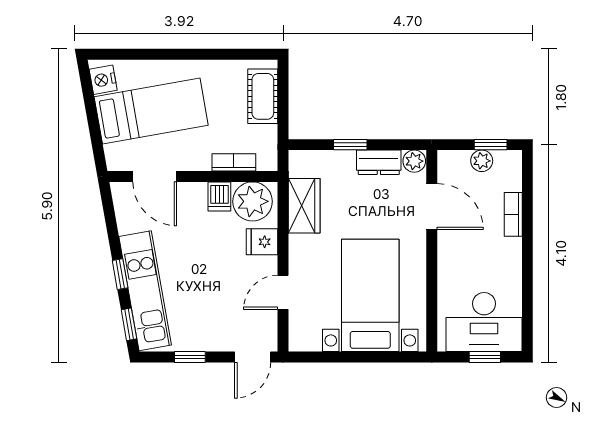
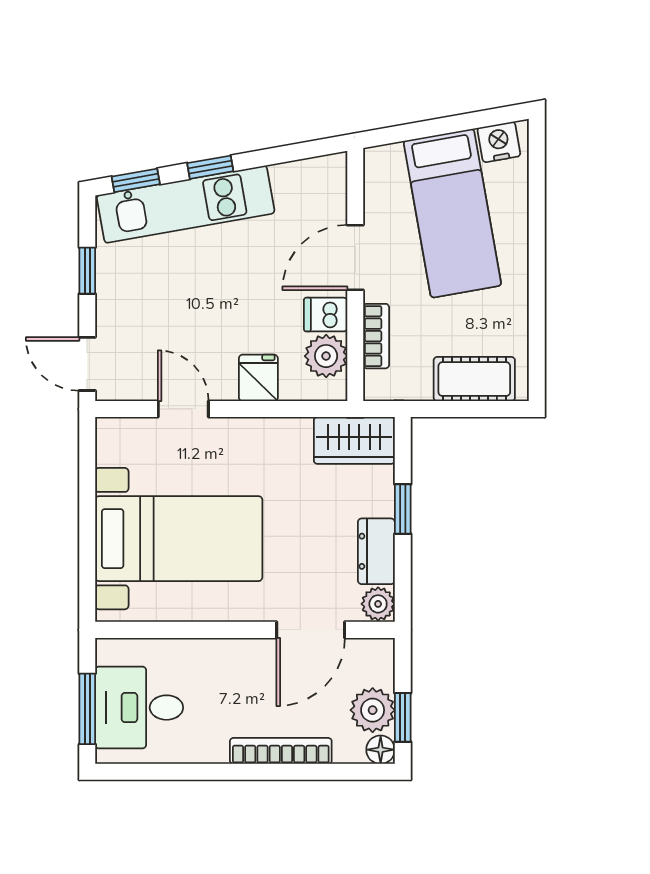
floor lamp: (512, 159) -> (381, 750), added
plant: (482, 161) -> (373, 710), width x1.38, depth x1.38
door: (155, 176) -> (355, 257), moved
plant: (253, 201) -> (326, 356), width x0.73, depth x0.73
wardrobe: (304, 206) -> (354, 440), moved
bookcase: (513, 214) -> (281, 751), width x1.56
desk: (484, 322) -> (139, 708), width x0.73
window: (485, 357) -> (87, 709), width x1.50

